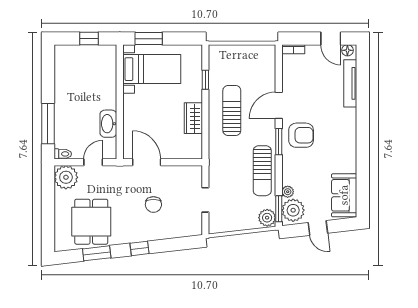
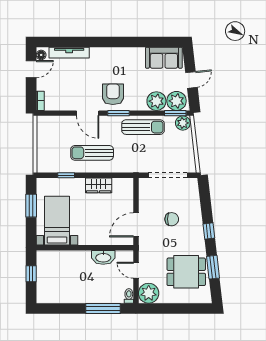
window: (149, 39) -> (31, 206), moved
plant: (288, 192) -> (156, 101), width x1.88, depth x1.88
doorway: (205, 200) -> (168, 175), width x1.88

